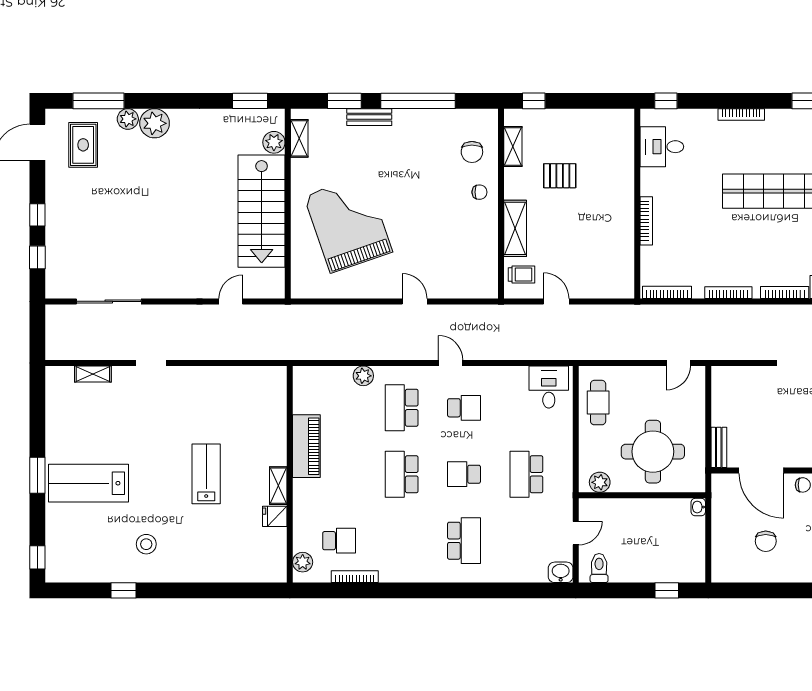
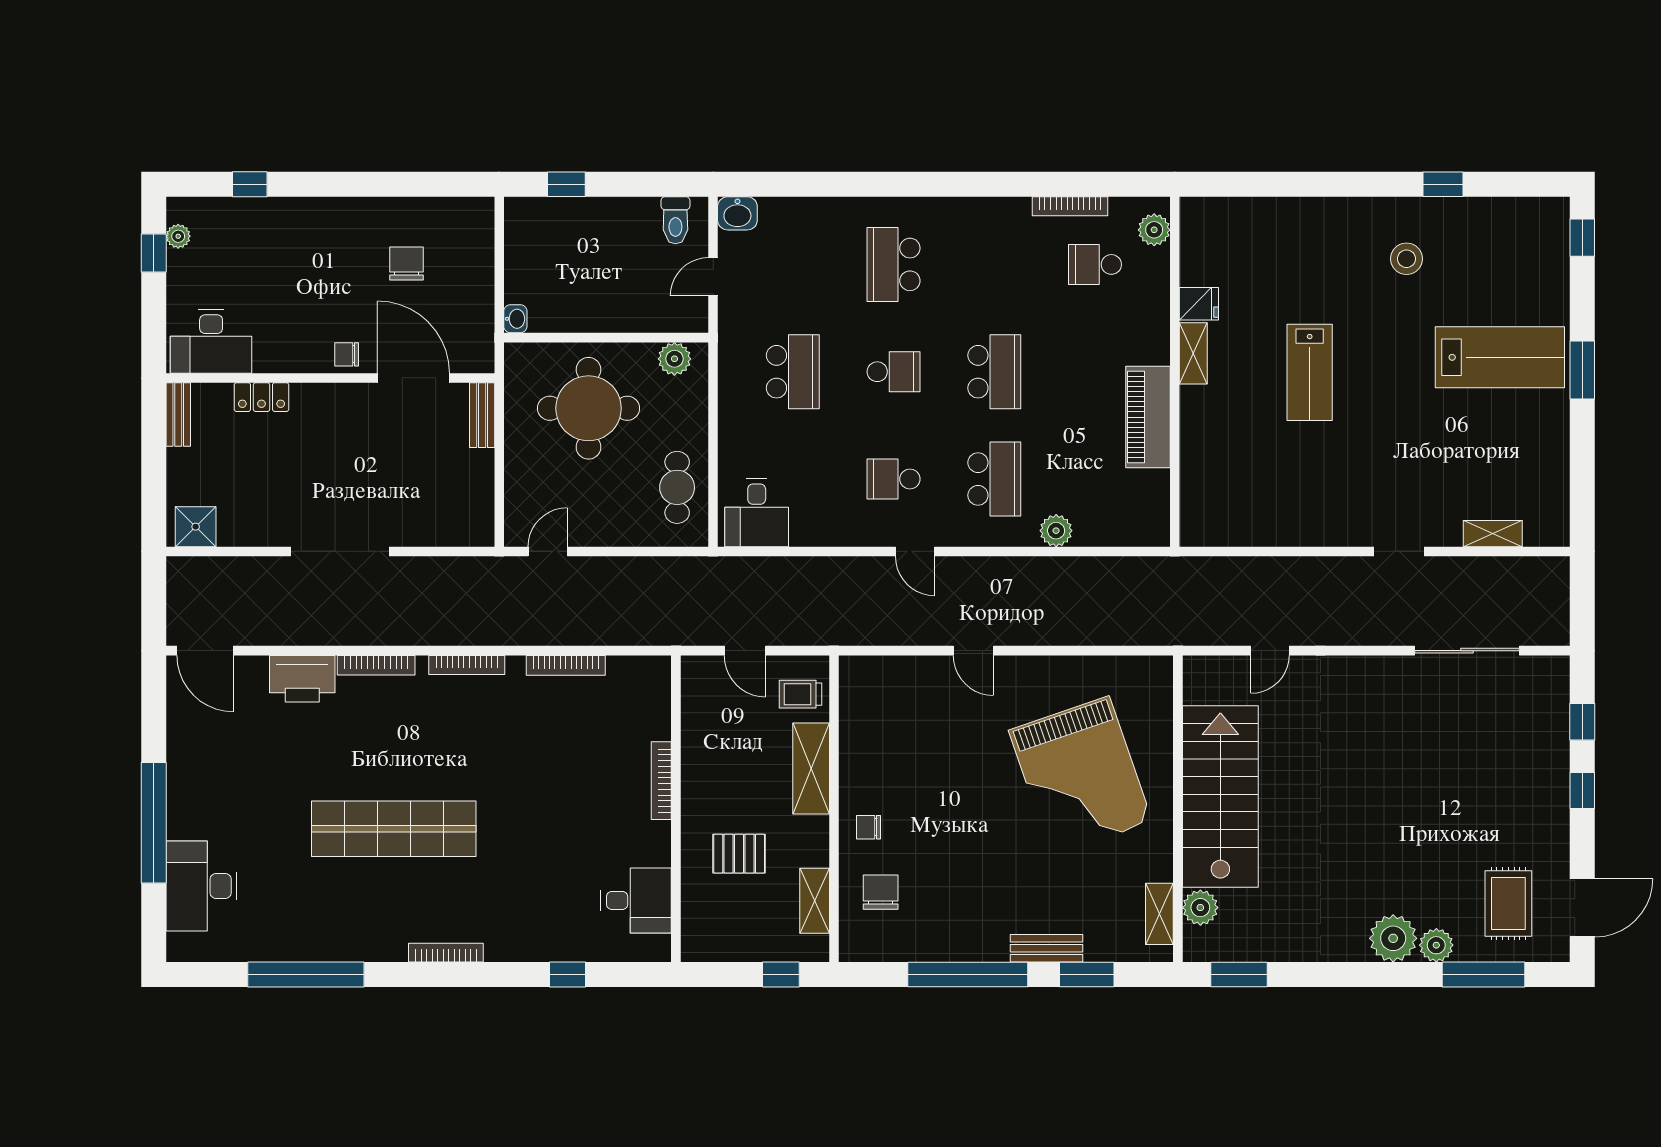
desk: (662, 147) -> (636, 900), moved
wall: (637, 204) -> (676, 809), moved
bookcase: (646, 221) -> (661, 781), moved

